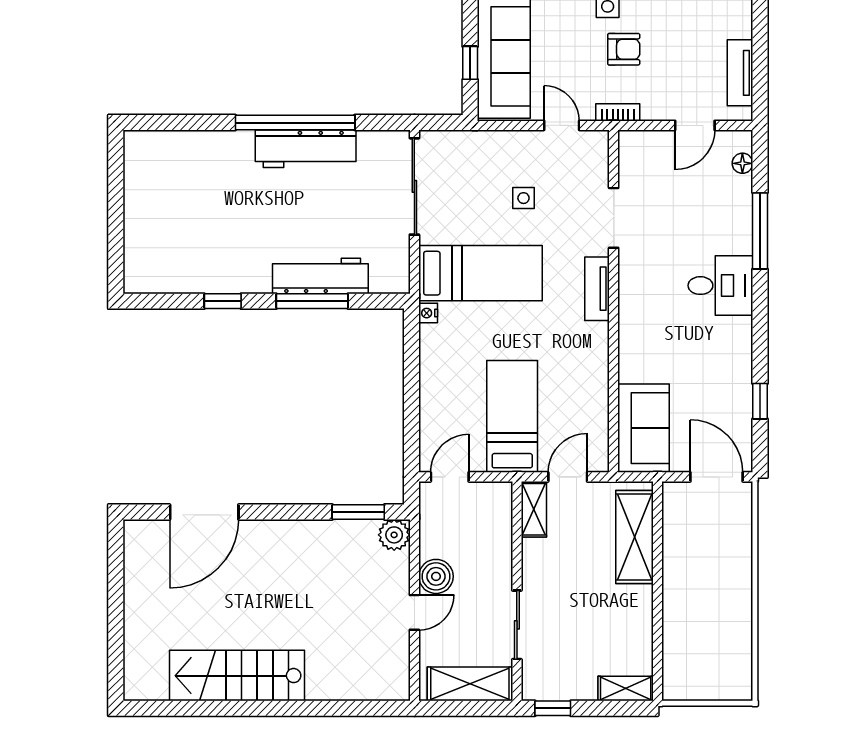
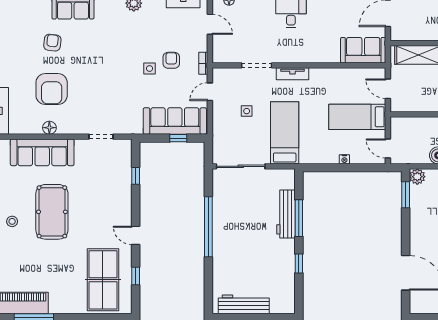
workbench: (306, 149) -> (244, 304), moved, turned -90
nightstand: (428, 313) -> (344, 159), moved
shelving: (534, 509) -> (404, 106), removed

